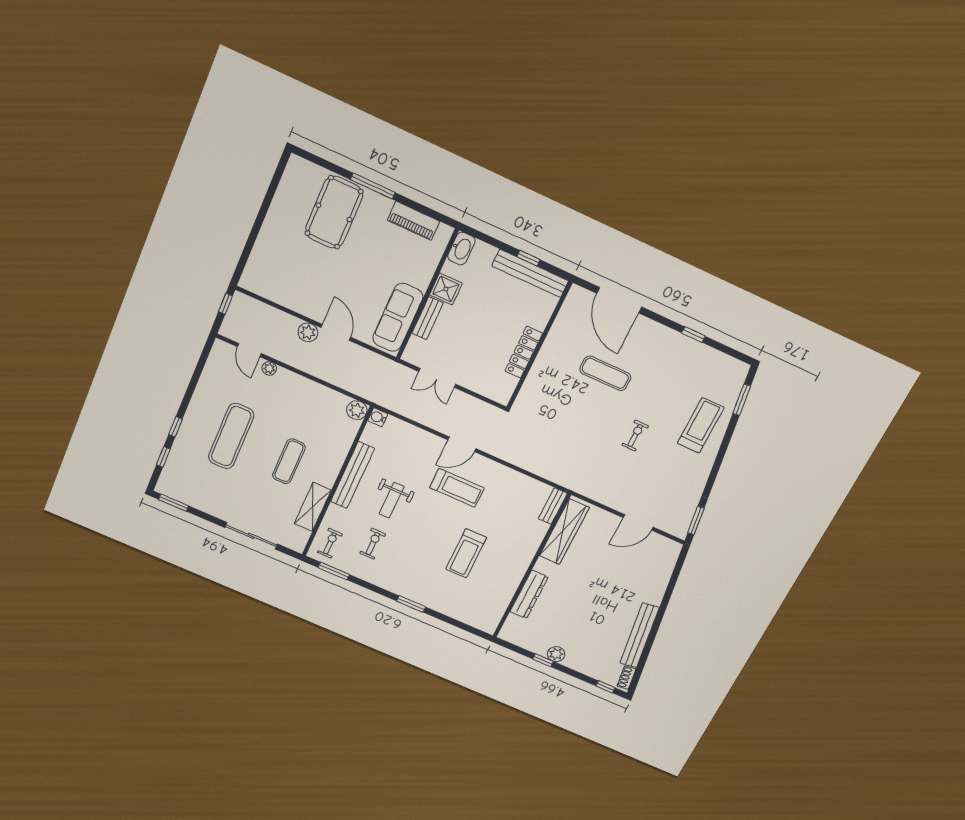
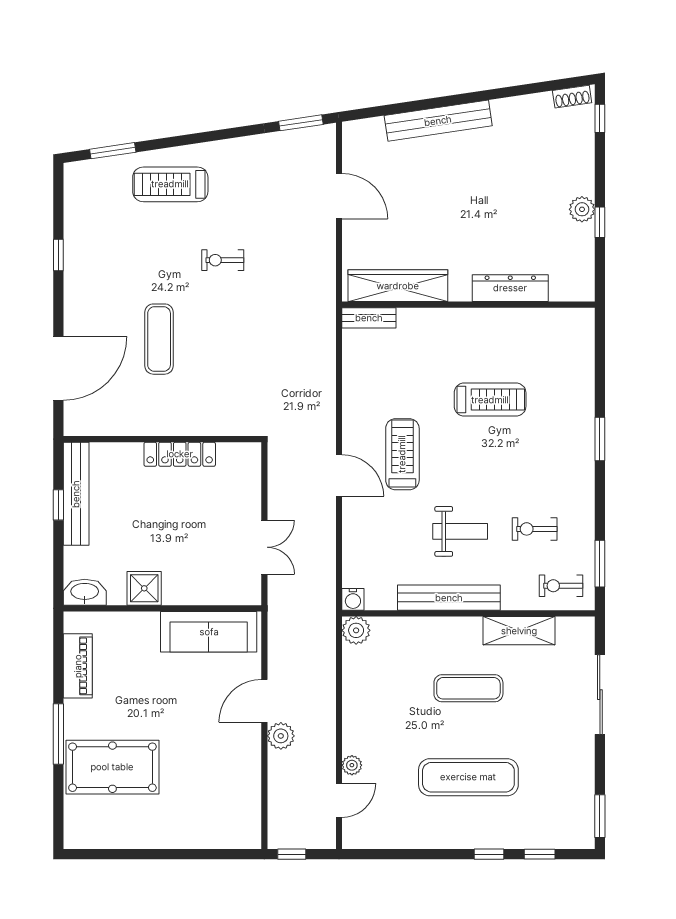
bench: (428, 318) -> (192, 594), removed
bench: (639, 635) -> (438, 121), moved

